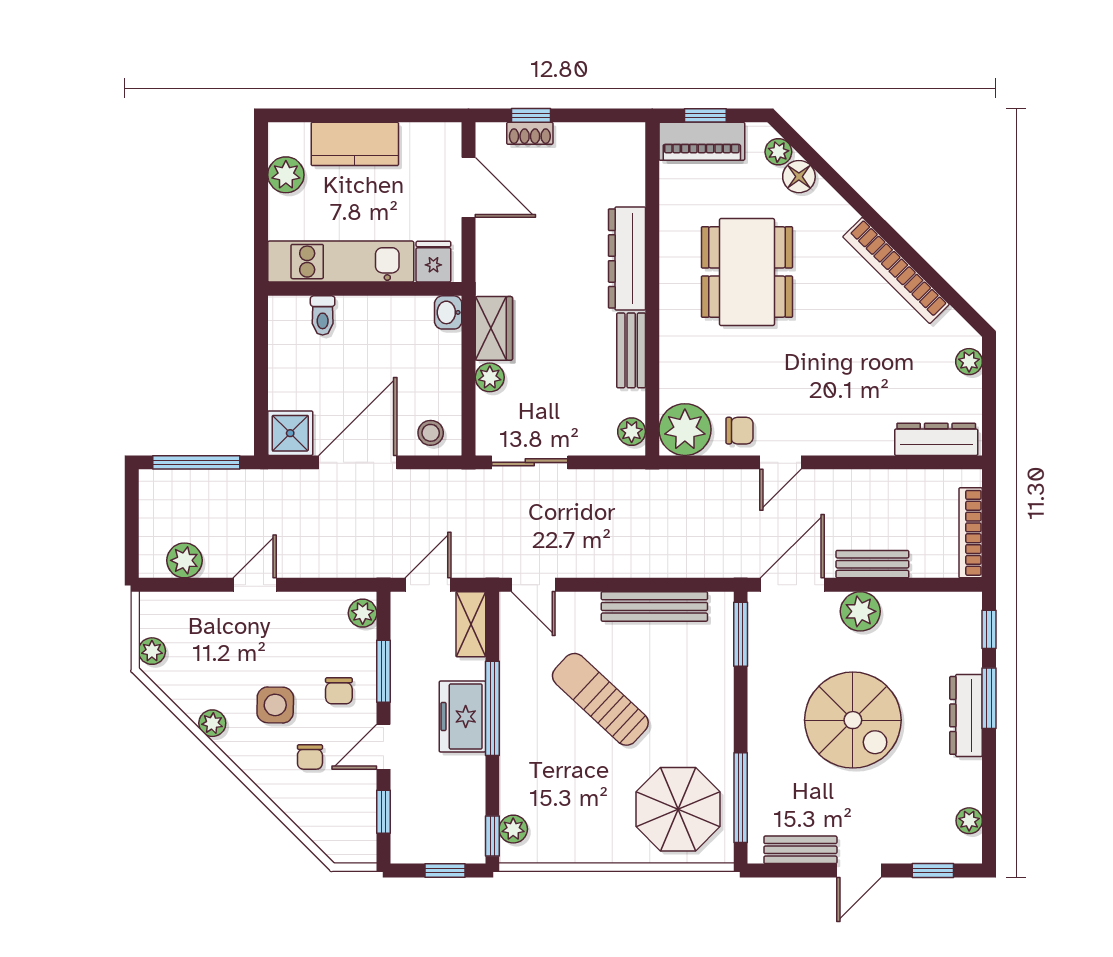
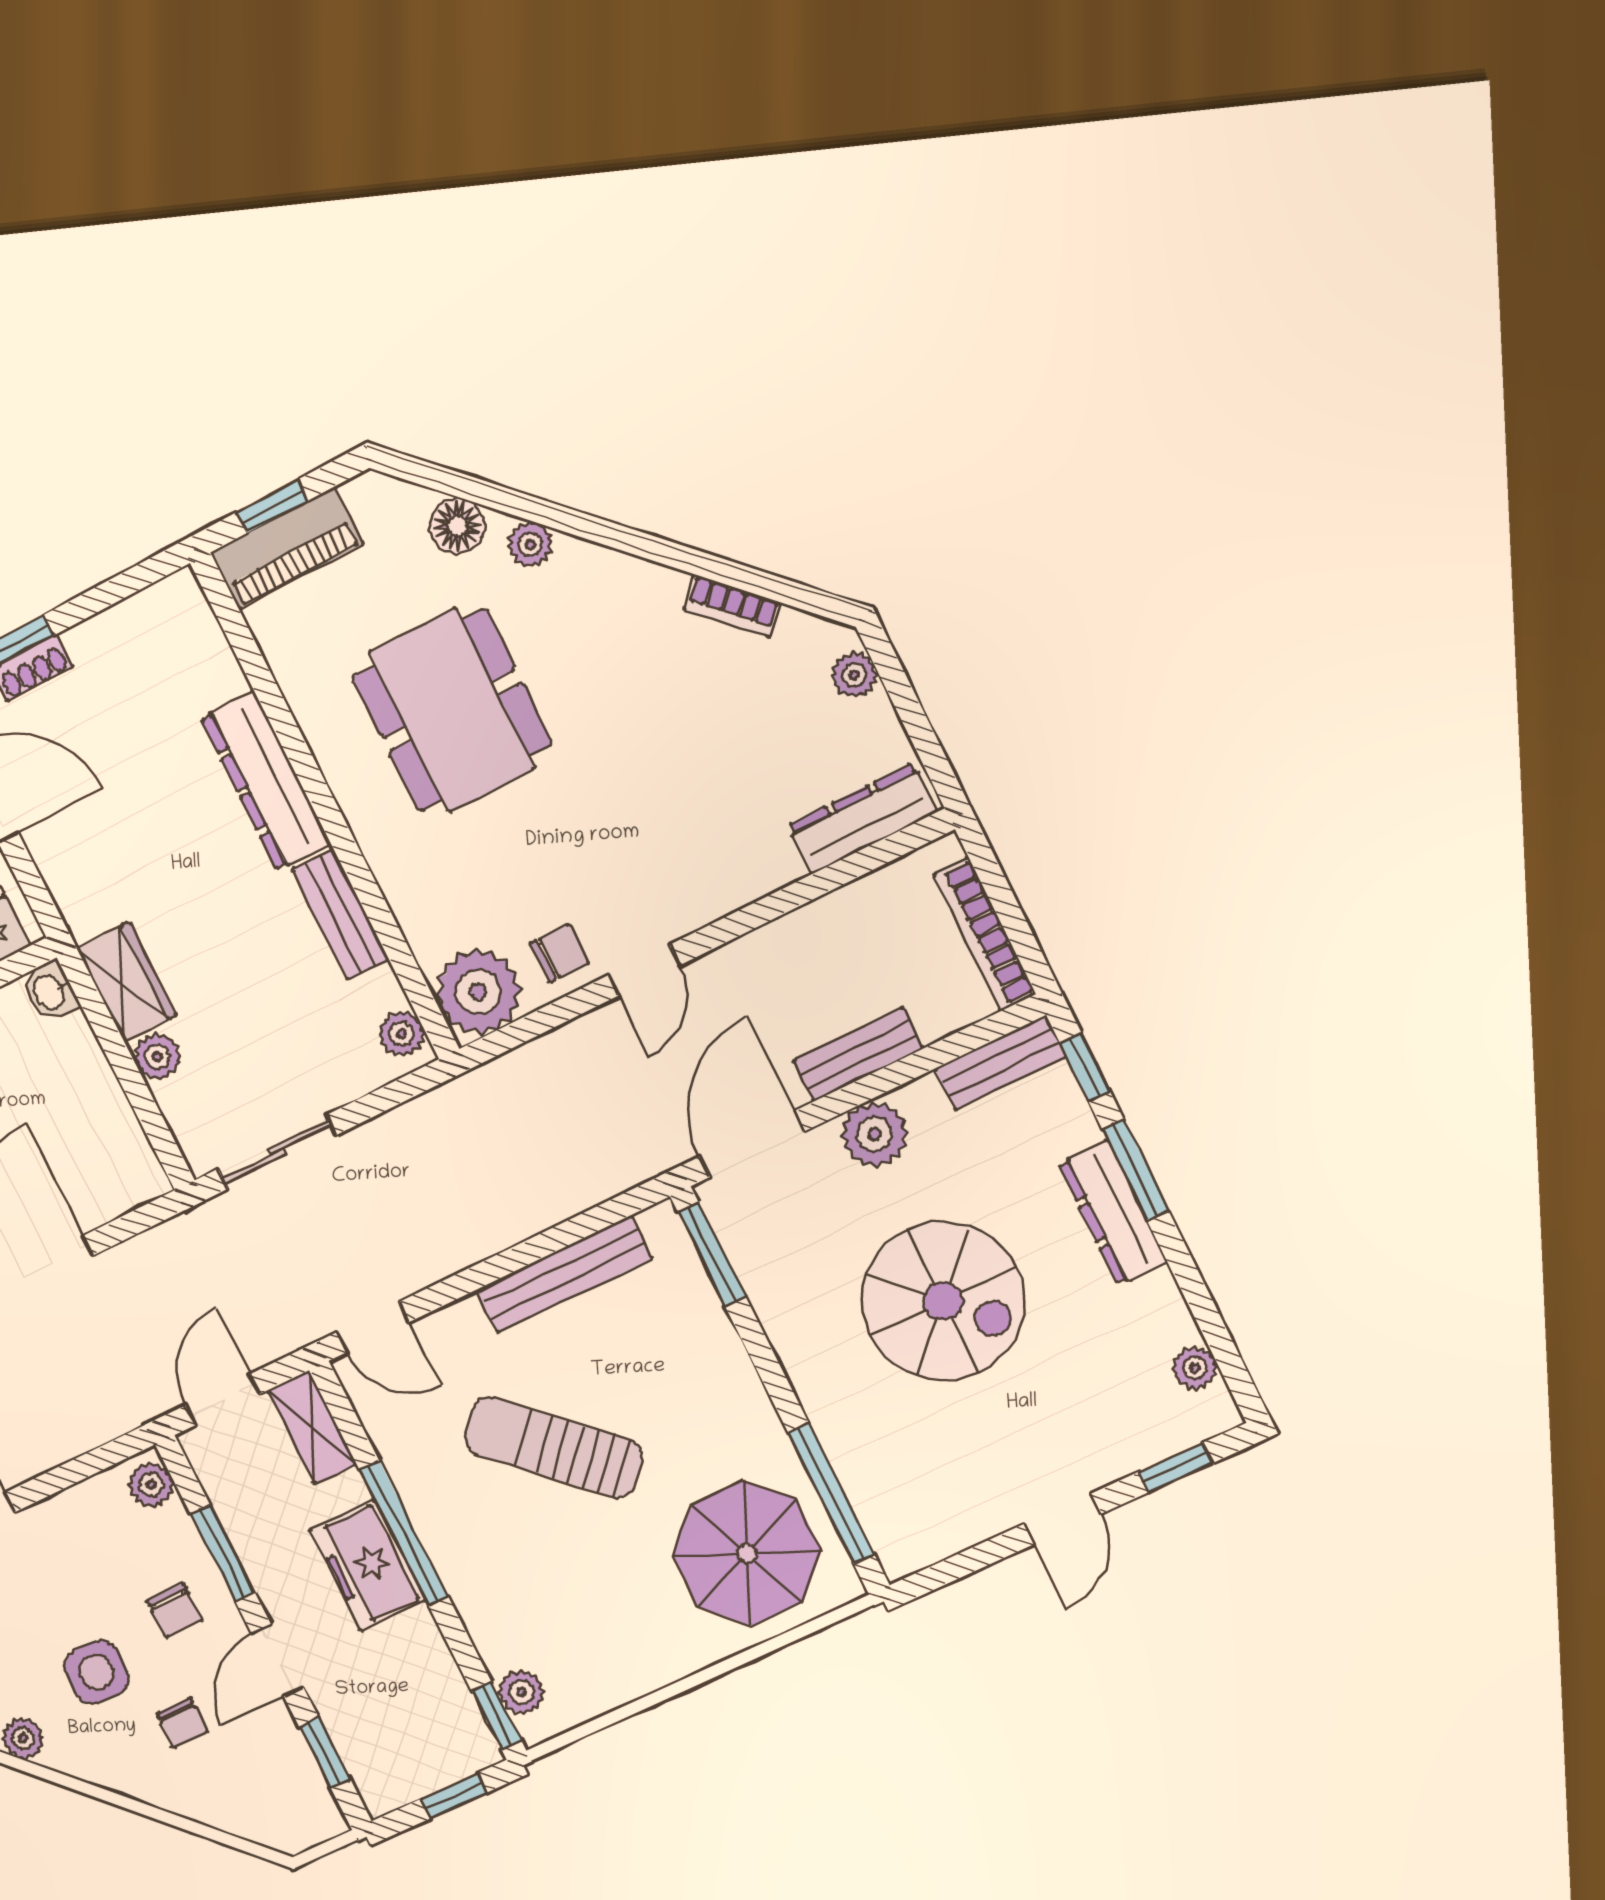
plant: (778, 152) -> (530, 544), moved
bookcase: (896, 271) -> (732, 606), width x0.43, depth x0.76
stool: (431, 433) -> (114, 1179), removed
bench: (800, 850) -> (1000, 1063), moved

